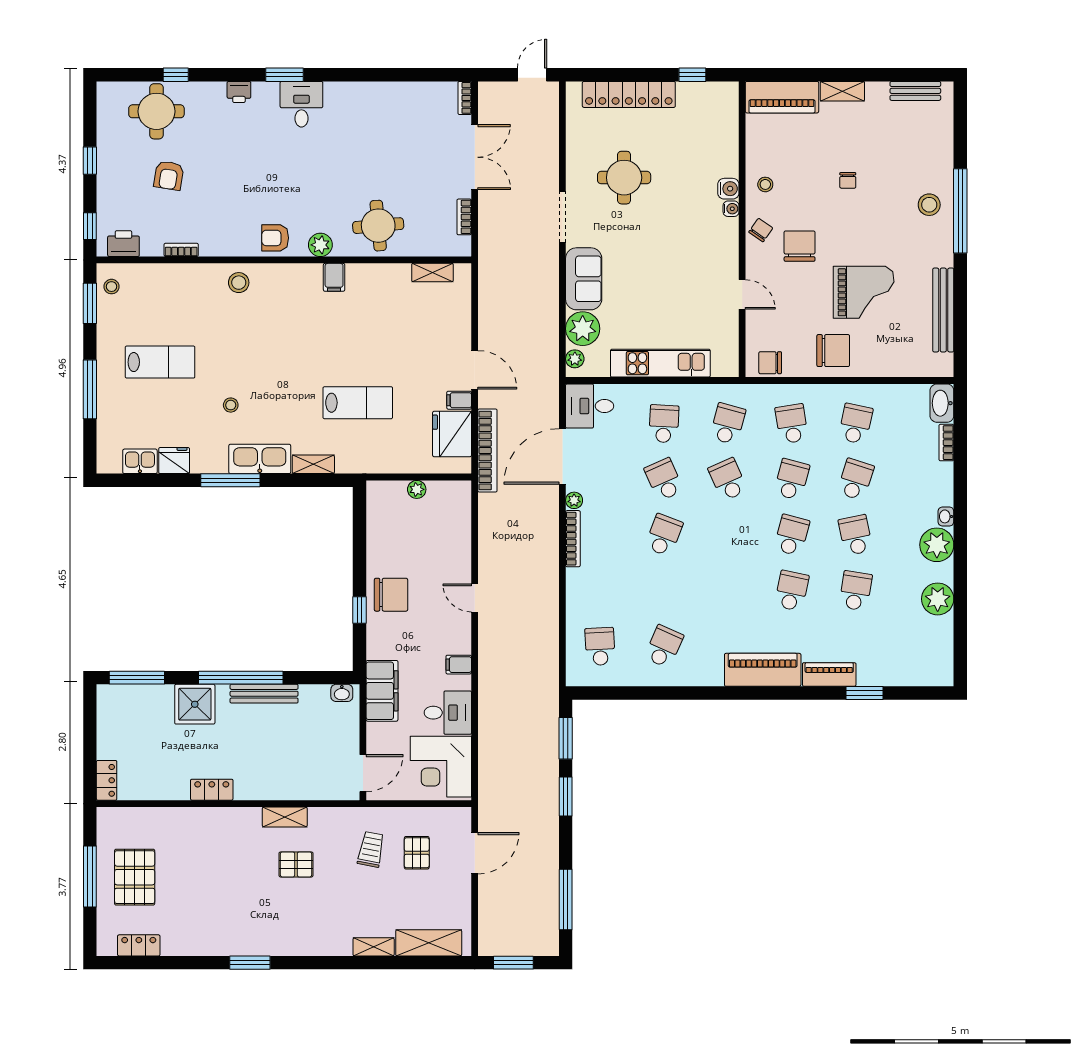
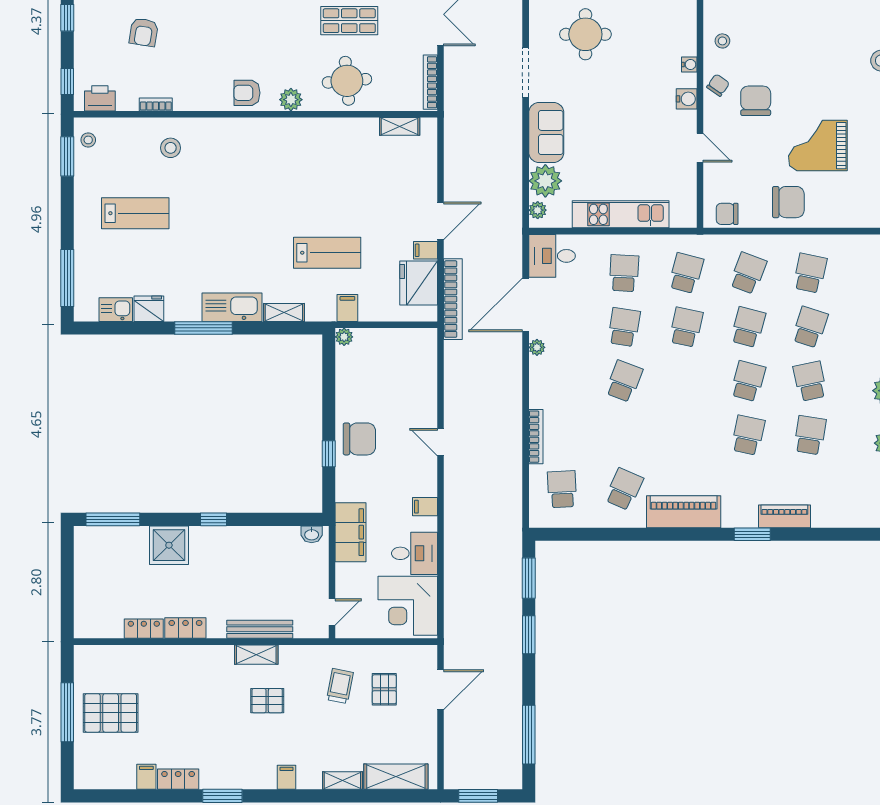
shop shelf: (381, 164) -> (349, 21), added
chair: (848, 180) -> (802, 37), removed
water cooler: (728, 189) -> (687, 99), moved
bookcase: (464, 217) -> (430, 82), width x1.56
filing cabinet: (334, 277) -> (347, 308), moved, turned 180
stool: (239, 283) -> (171, 148), moved
grand piano: (864, 292) -> (818, 146), turned 180
door: (475, 370) -> (441, 221), hinge flipped
window: (90, 389) -> (67, 278), moved
stool: (231, 405) -> (204, 255), removed
school desk: (792, 424) -> (748, 273), turned 30
school desk: (664, 479) -> (624, 327), turned 33
school desk: (728, 479) -> (686, 327), turned 36
plant: (417, 489) -> (344, 337), moved
bookcase: (573, 539) -> (536, 437), moved
piano: (763, 670) -> (684, 512), moved
window: (241, 678) -> (214, 519), width x0.32
window: (865, 693) -> (752, 534), moved
bench: (264, 694) -> (260, 629), moved
door: (363, 773) -> (332, 612), width x0.73
locker: (107, 780) -> (144, 629), moved, turned -90
pallet: (135, 877) -> (111, 713), turned 90
filing cabinet: (171, 943) -> (146, 777), added
filing cabinet: (316, 944) -> (287, 777), added
locker: (139, 945) -> (178, 779), moved

